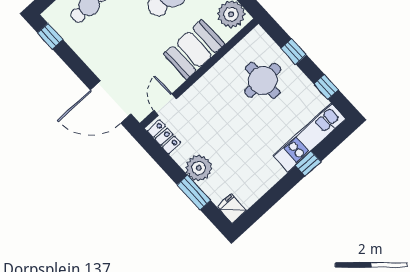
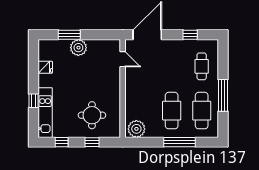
window: (50, 36) -> (190, 35), moved
booth: (194, 49) -> (136, 96), removed
locker: (164, 137) -> (108, 45), removed
fridge: (232, 209) -> (45, 67), moved

